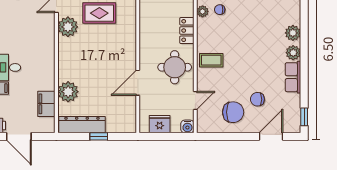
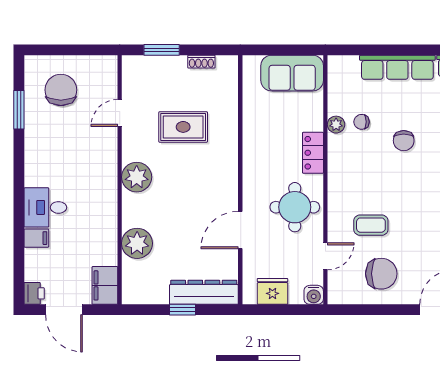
plant: (68, 27) -> (137, 177), moved
coffee table: (211, 60) -> (371, 225), moved
chair: (257, 99) -> (404, 141), moved, turned -90
filing cabinet: (46, 104) -> (105, 285), moved
dresser: (82, 125) -> (204, 292), moved

